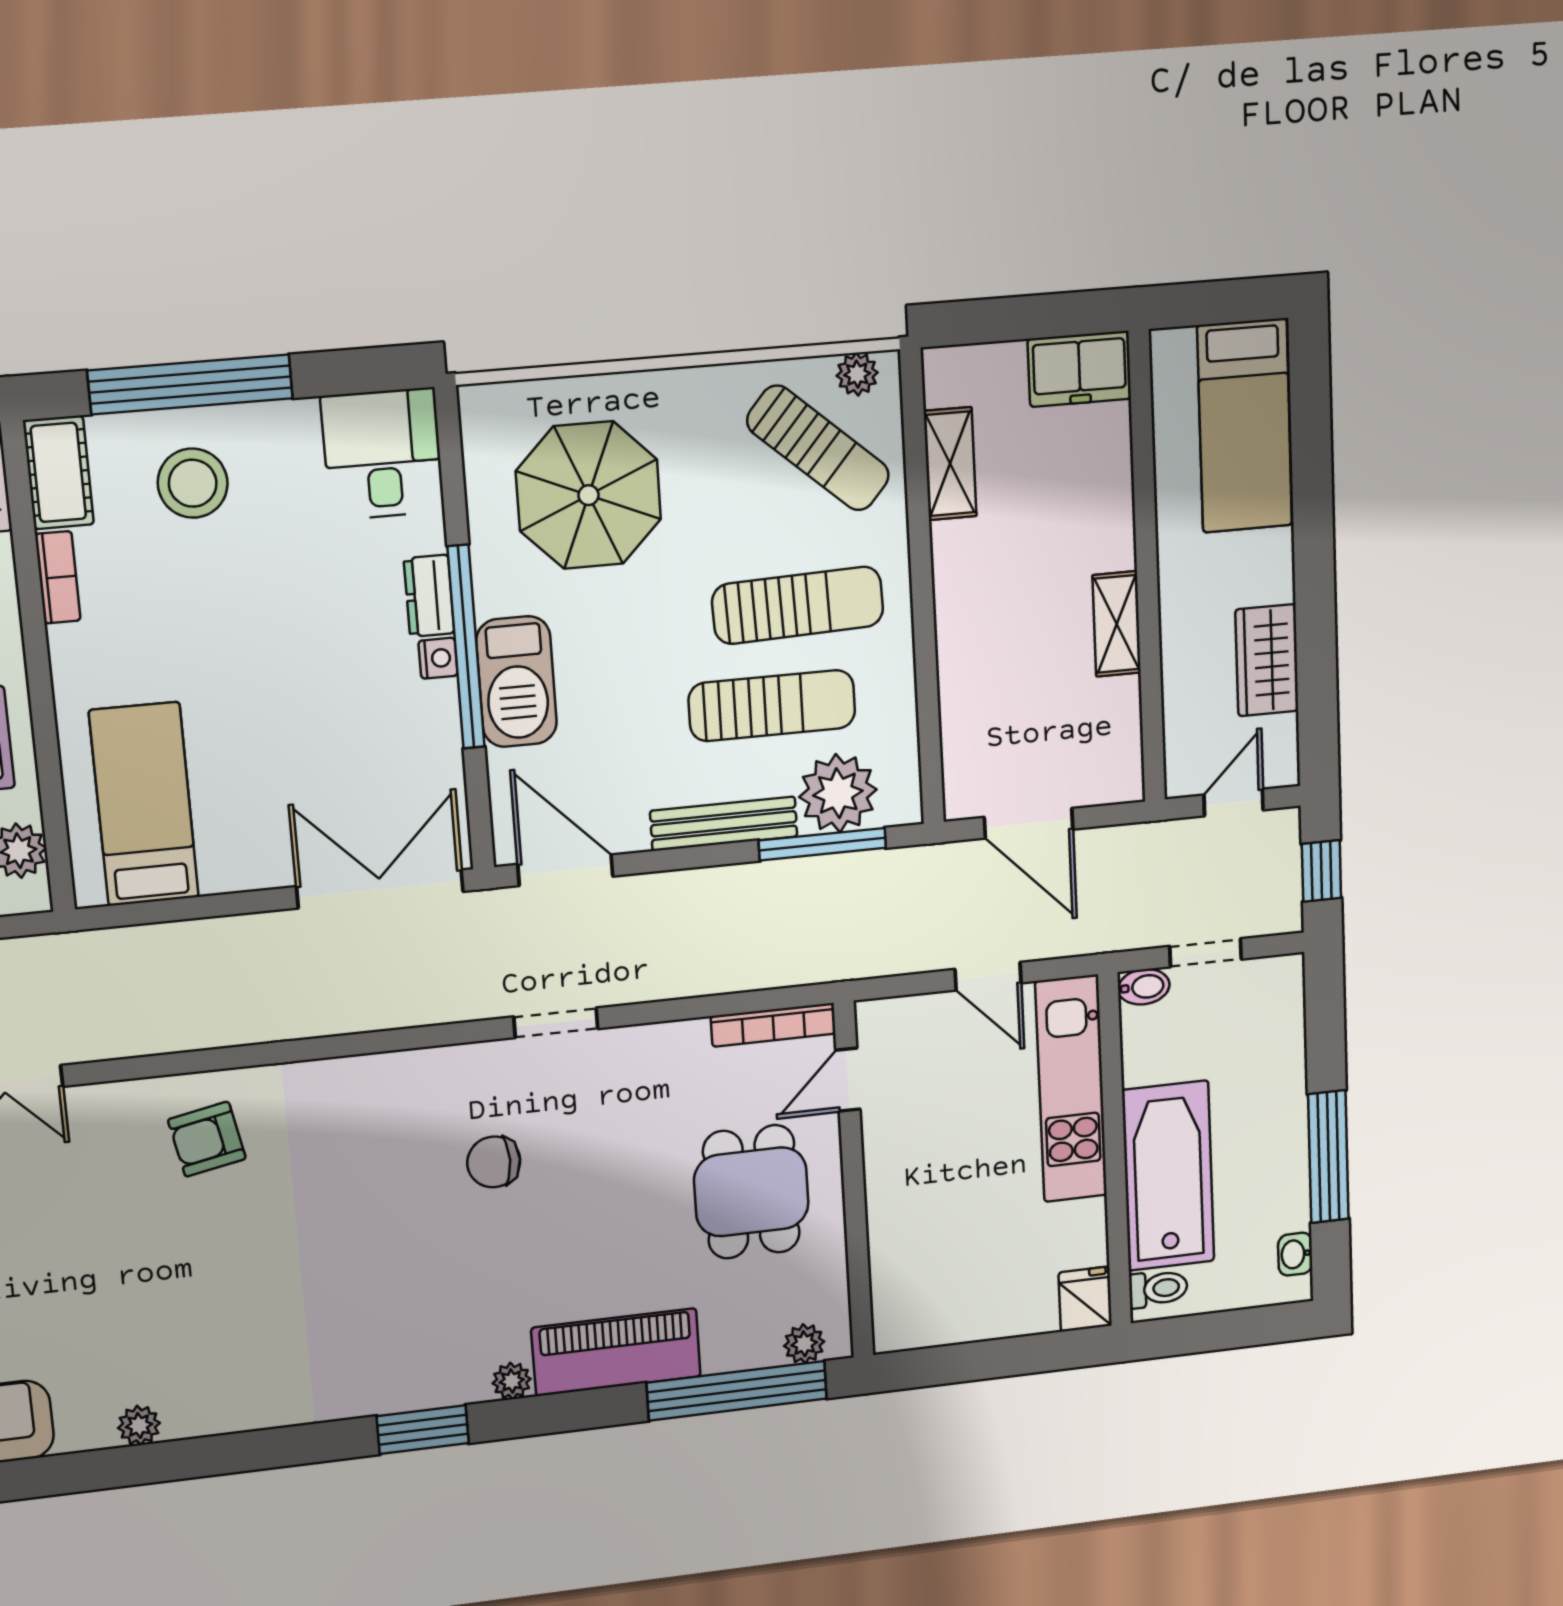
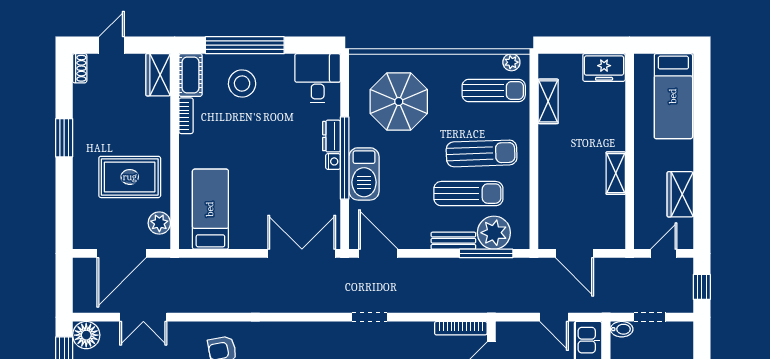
sun lounger: (818, 448) -> (494, 90), turned -41
bench: (724, 824) -> (453, 241), width x0.73

